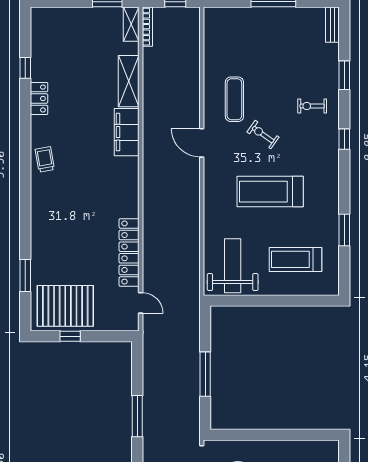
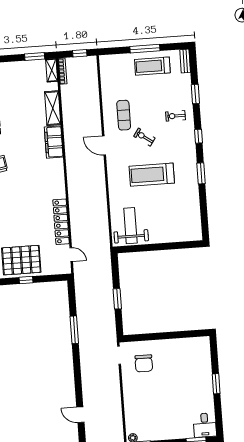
window: (344, 230) -> (201, 173), moved
treadmill: (296, 259) -> (152, 66), moved
window: (205, 374) -> (117, 299), width x0.69

